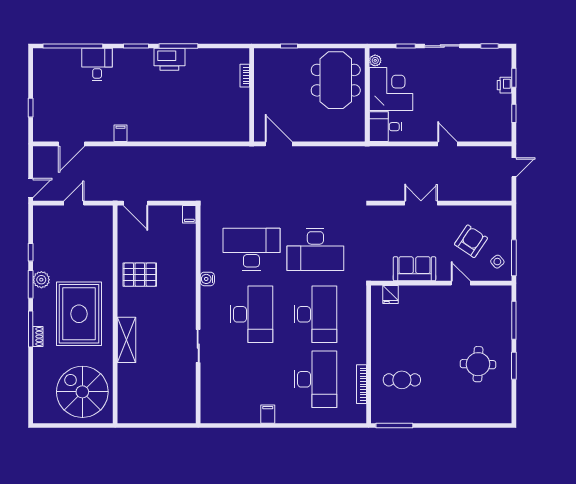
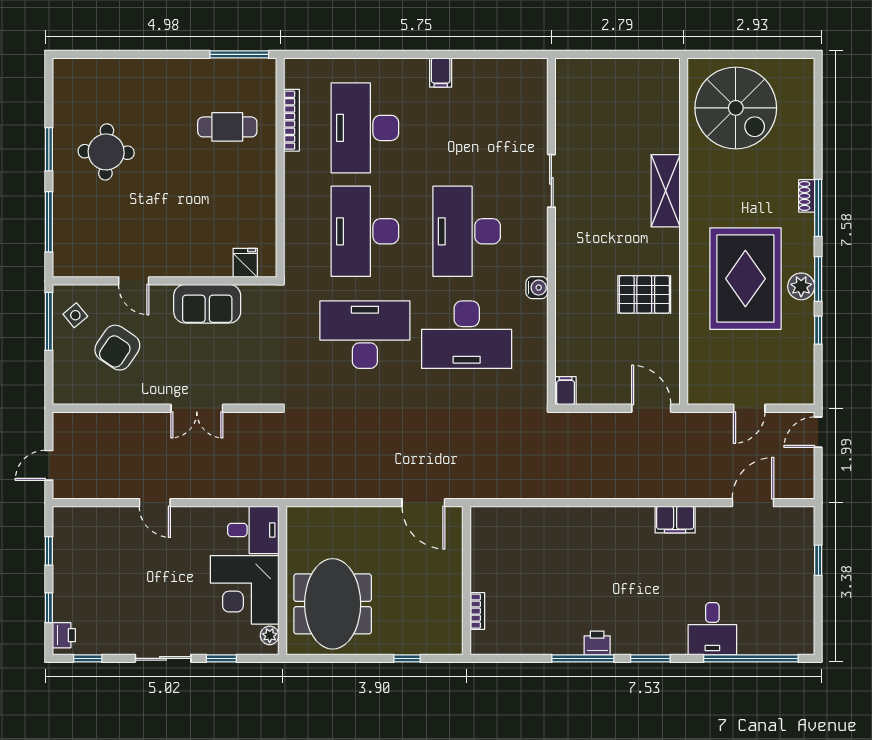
printer: (169, 59) -> (597, 643), width x0.53, depth x0.68
printer: (505, 85) -> (64, 635), moved
filing cabinet: (120, 133) -> (675, 520), width x2.00
rug: (79, 314) -> (745, 279), moved

